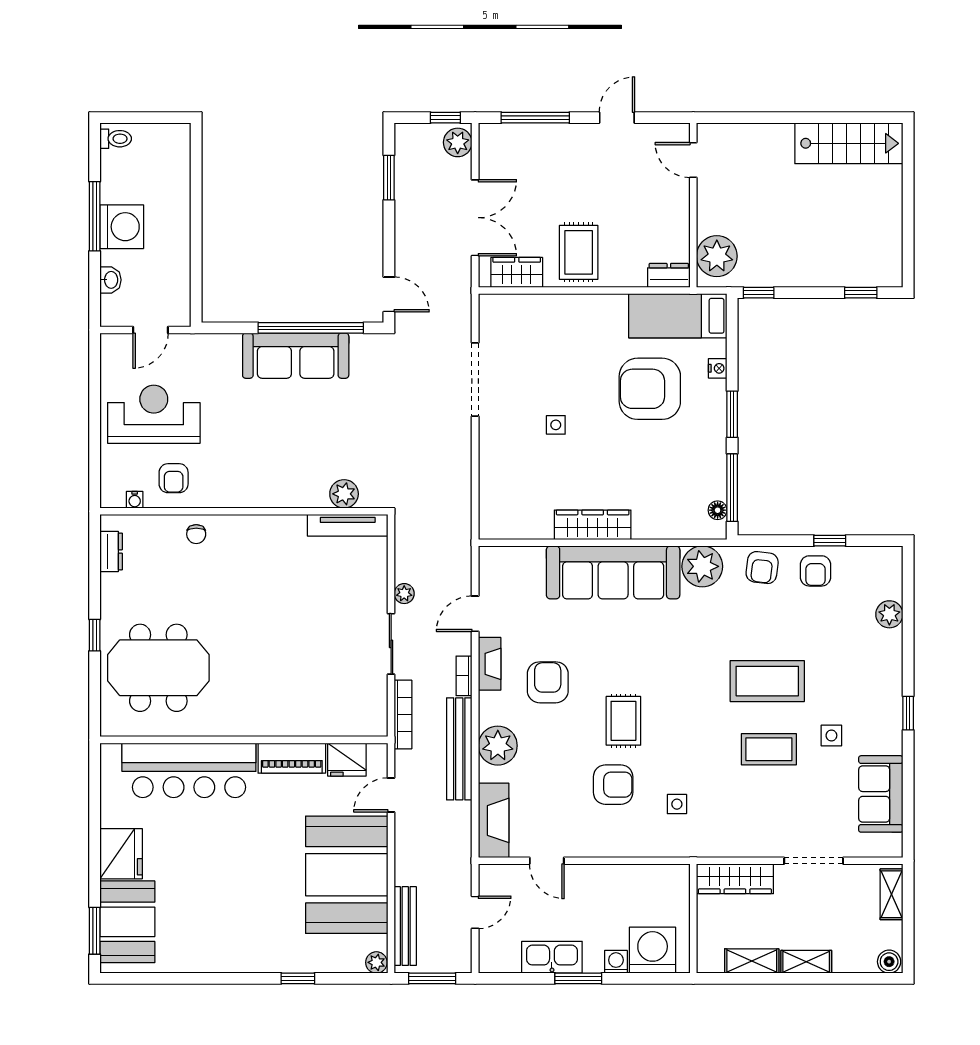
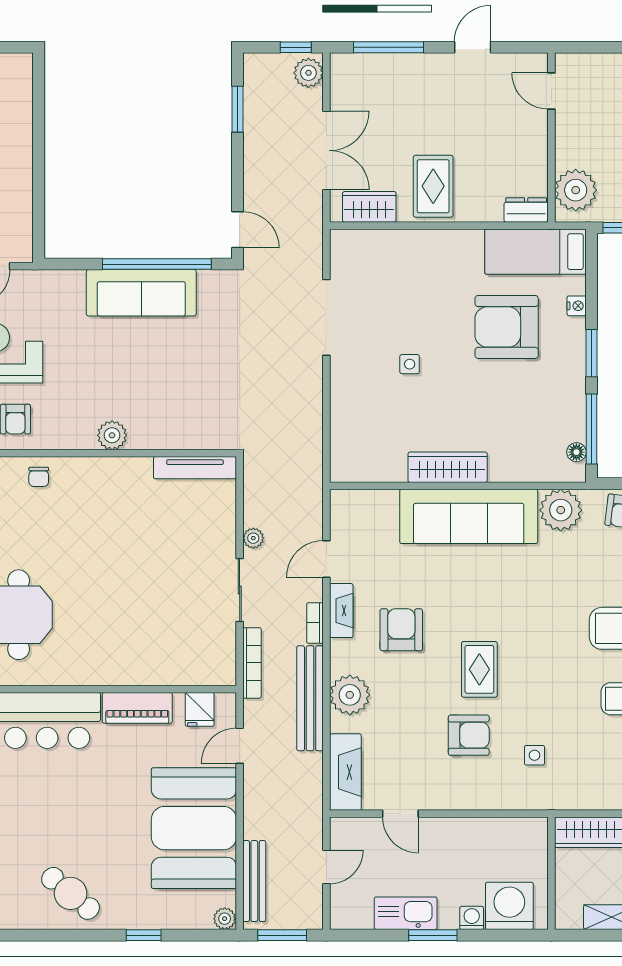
plant: (344, 494) -> (112, 435), moved
fridge: (347, 760) -> (200, 709), width x0.72
cafe table: (227, 938) -> (71, 893), added

